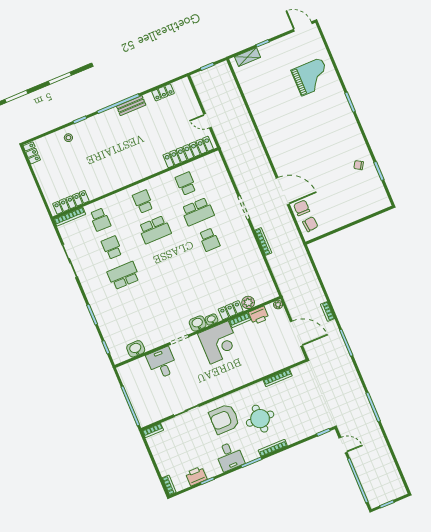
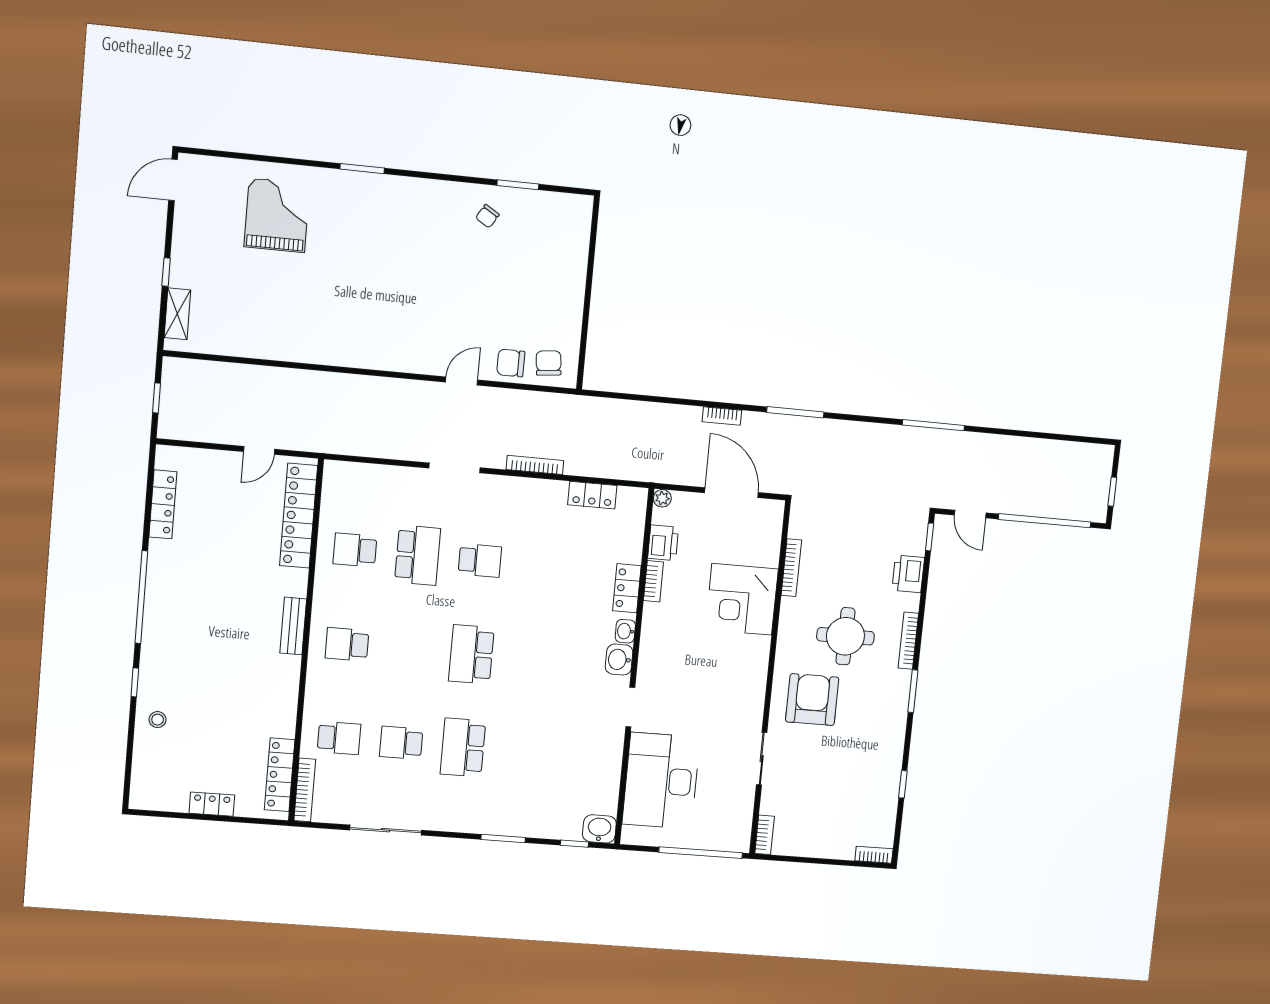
locker: (163, 92) -> (163, 504), width x1.53
bench: (131, 106) -> (293, 626), moved
locker: (32, 153) -> (212, 804), moved
door: (283, 191) -> (462, 381), width x0.53
school desk: (155, 230) -> (471, 654), moved, turned 180
locker: (263, 273) -> (592, 495), added
plant: (248, 302) -> (630, 550), removed
door: (296, 334) -> (731, 493), hinge flipped
corner desk: (219, 342) -> (742, 599), moved, turned 180
washbasin: (136, 349) -> (599, 829), moved, turned 90
desk: (162, 363) -> (661, 781), width x1.87, depth x1.30
armchair: (224, 419) -> (812, 700), turned 180
door: (343, 445) -> (970, 514), swing flipped
desk: (230, 456) -> (882, 724), removed
printer: (196, 476) -> (908, 574), moved

